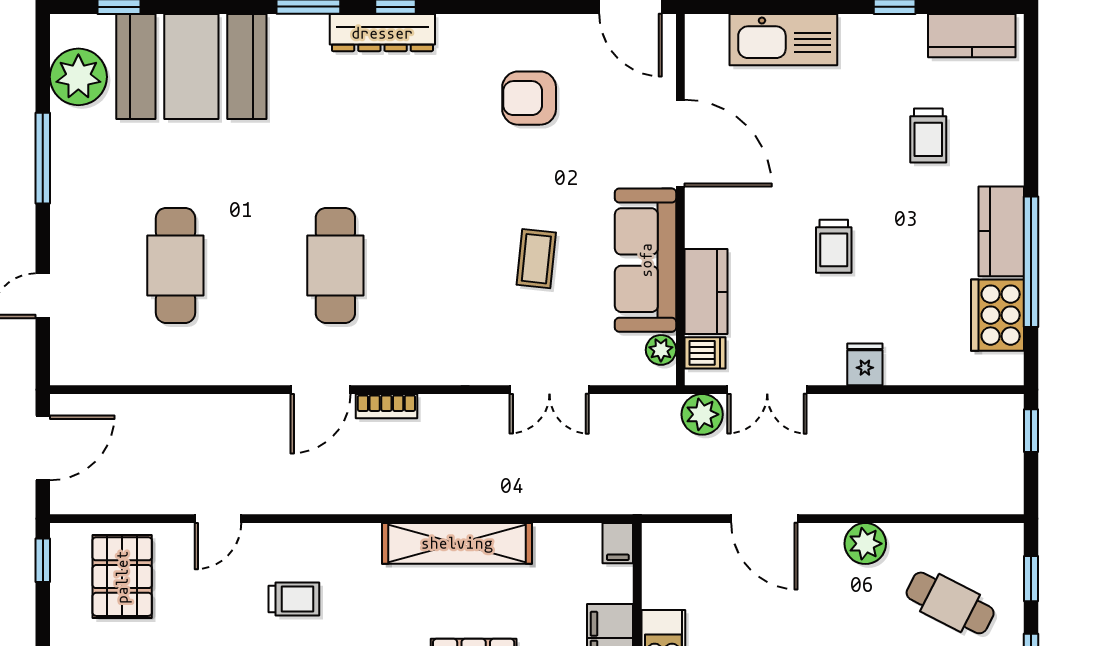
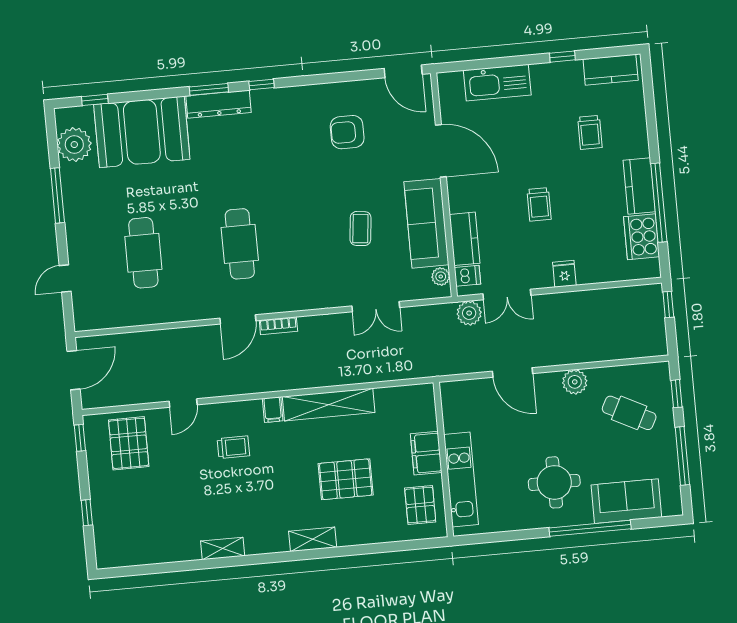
dresser: (382, 33) -> (219, 104), moved
filing cabinet: (618, 543) -> (273, 410), moved

